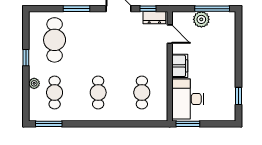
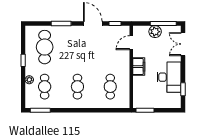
dresser: (154, 18) -> (120, 30), removed
door: (170, 34) -> (131, 43), swing flipped
double door: (238, 36) -> (183, 44), added
desk: (188, 99) -> (169, 77), moved, turned 180

